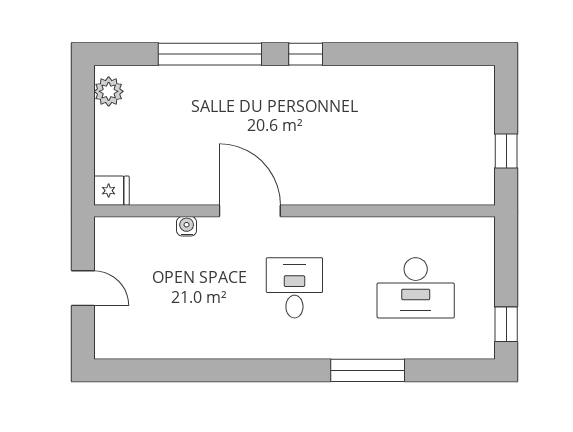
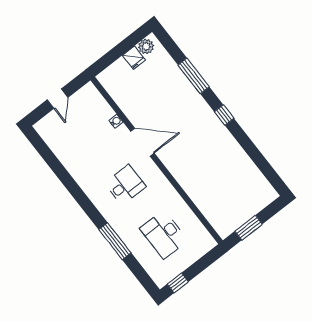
window: (210, 54) -> (194, 76), width x0.68
window: (506, 151) -> (249, 228), width x1.50
fridge: (111, 191) -> (134, 58), moved
door: (250, 211) -> (142, 142), hinge flipped

